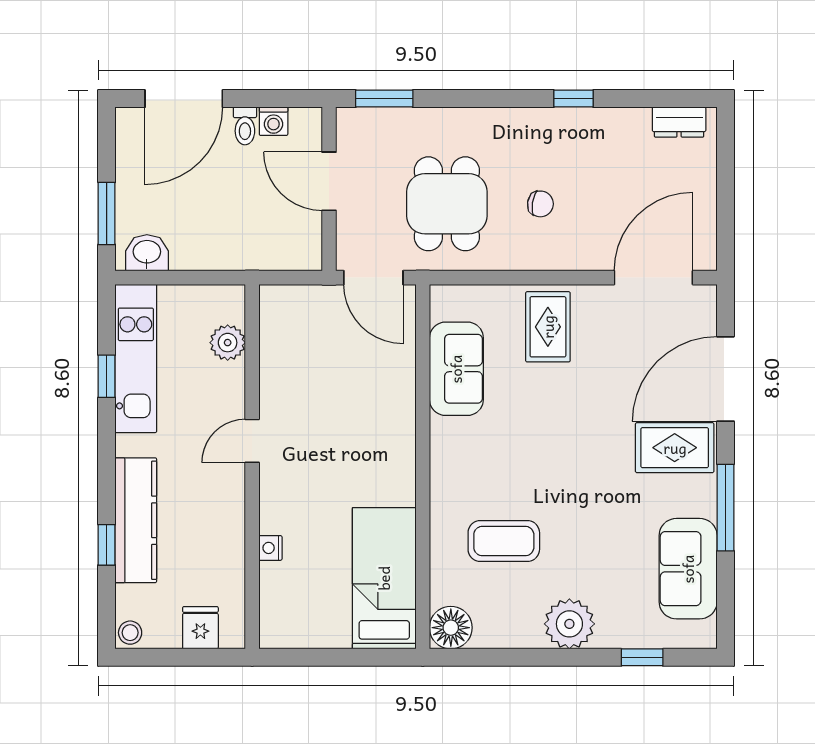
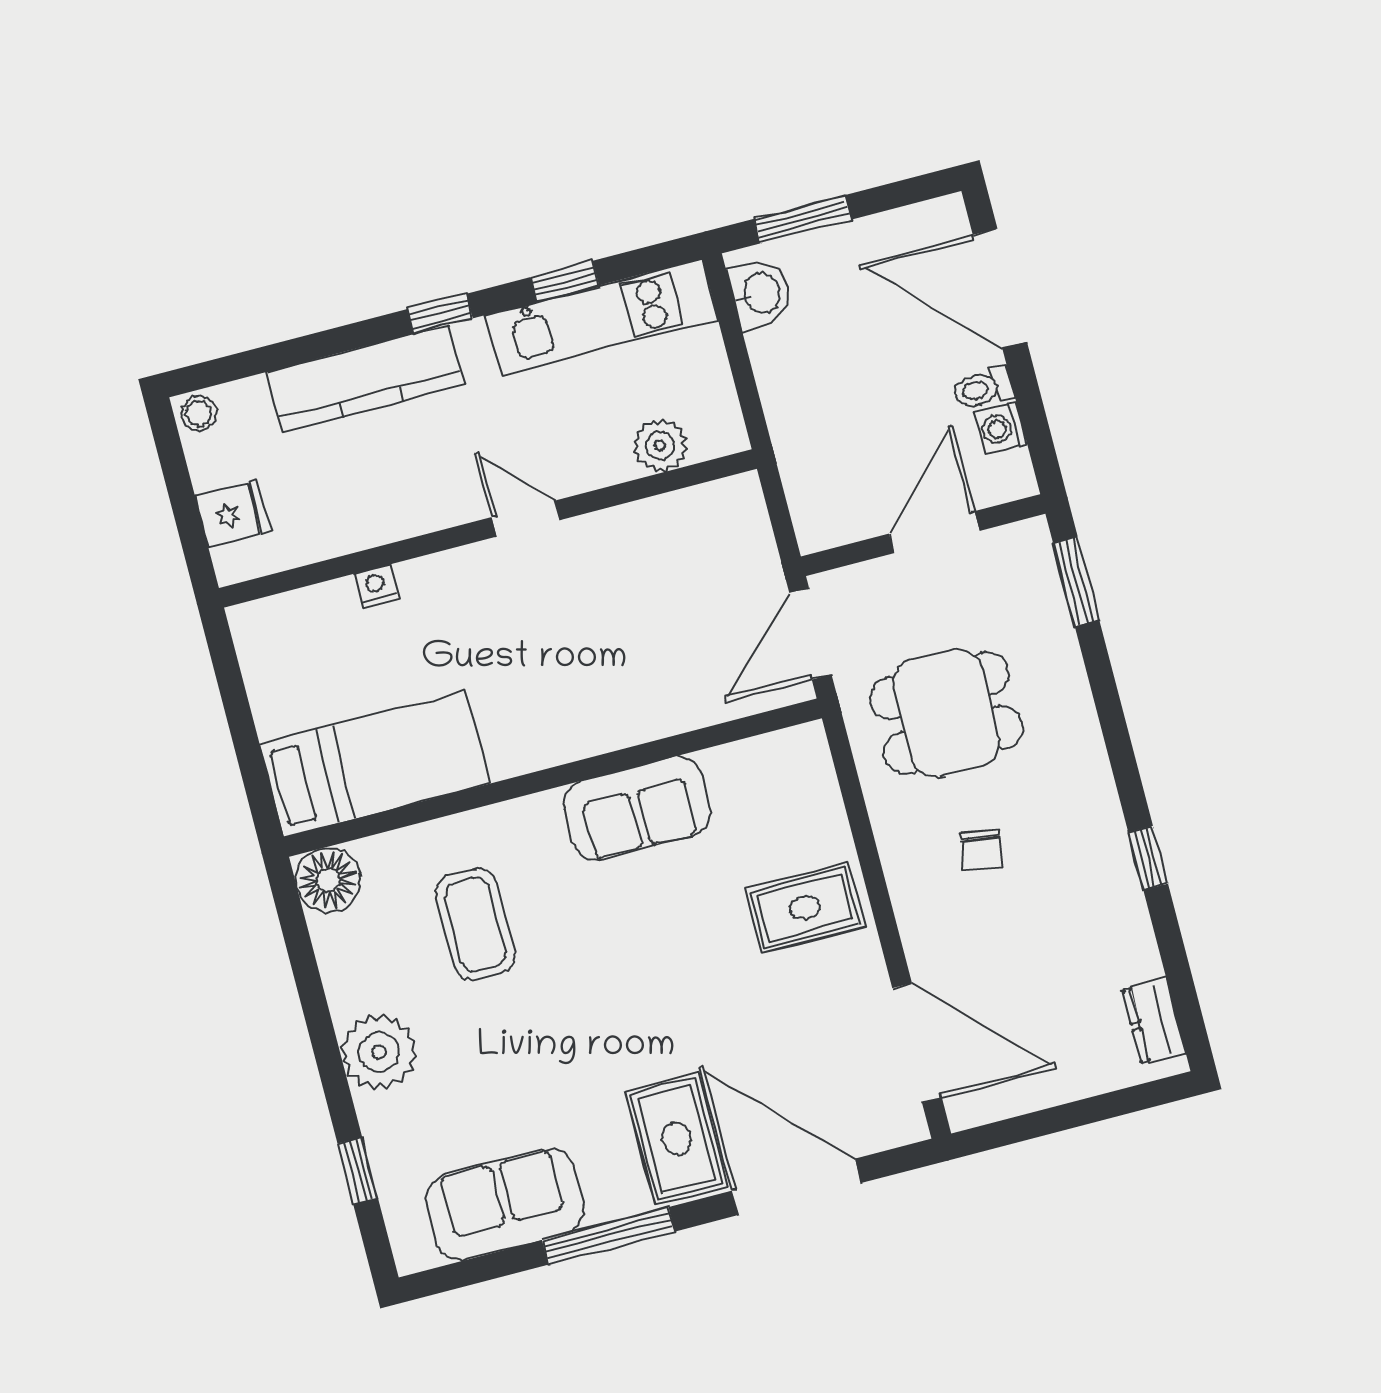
sofa: (456, 369) -> (637, 808), moved
window: (107, 545) -> (440, 314), moved

